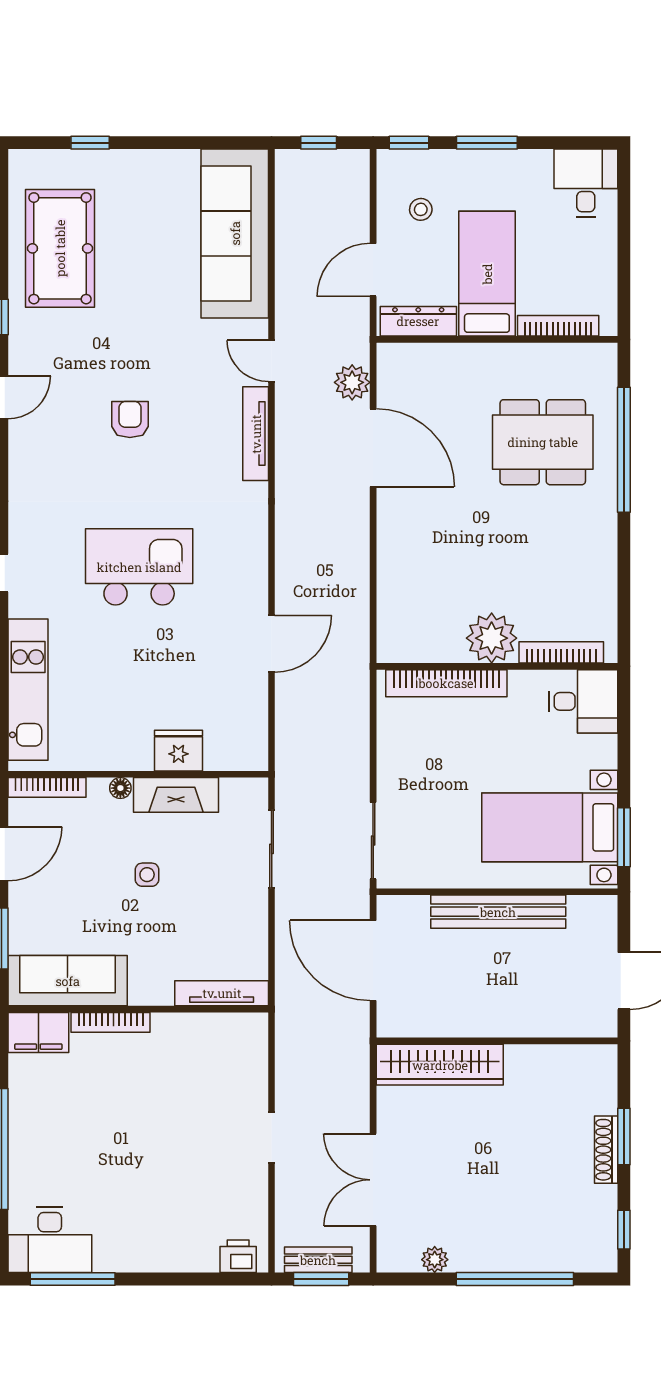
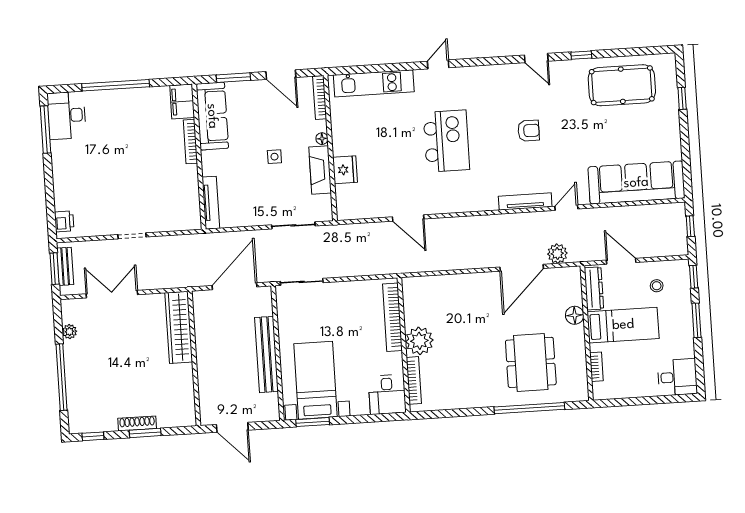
bookcase: (558, 326) -> (596, 367), width x0.64
floor lamp: (464, 359) -> (575, 315), added

